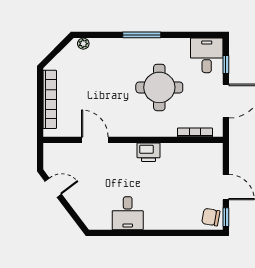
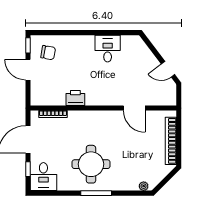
round table: (159, 87) -> (91, 164), moved
printer: (148, 152) -> (75, 98), moved
chair: (211, 217) -> (48, 53), moved

